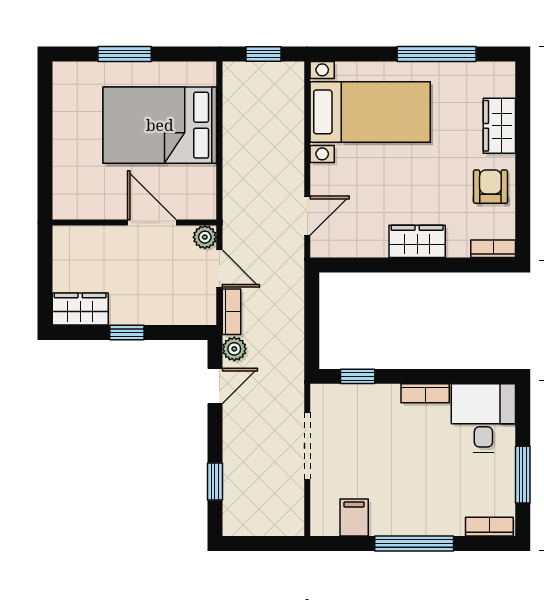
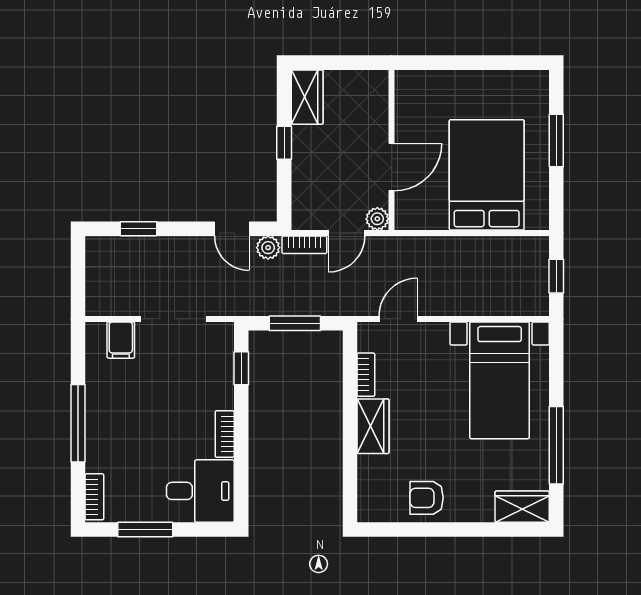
wardrobe: (499, 126) -> (522, 507), moved
armchair: (490, 187) -> (427, 498), turned 180
door: (307, 216) -> (398, 319), swing flipped
bookcase: (493, 249) -> (366, 375), moved
window: (312, 321) -> (295, 323), added
filing cabinet: (354, 518) -> (121, 340), moved, turned 90

